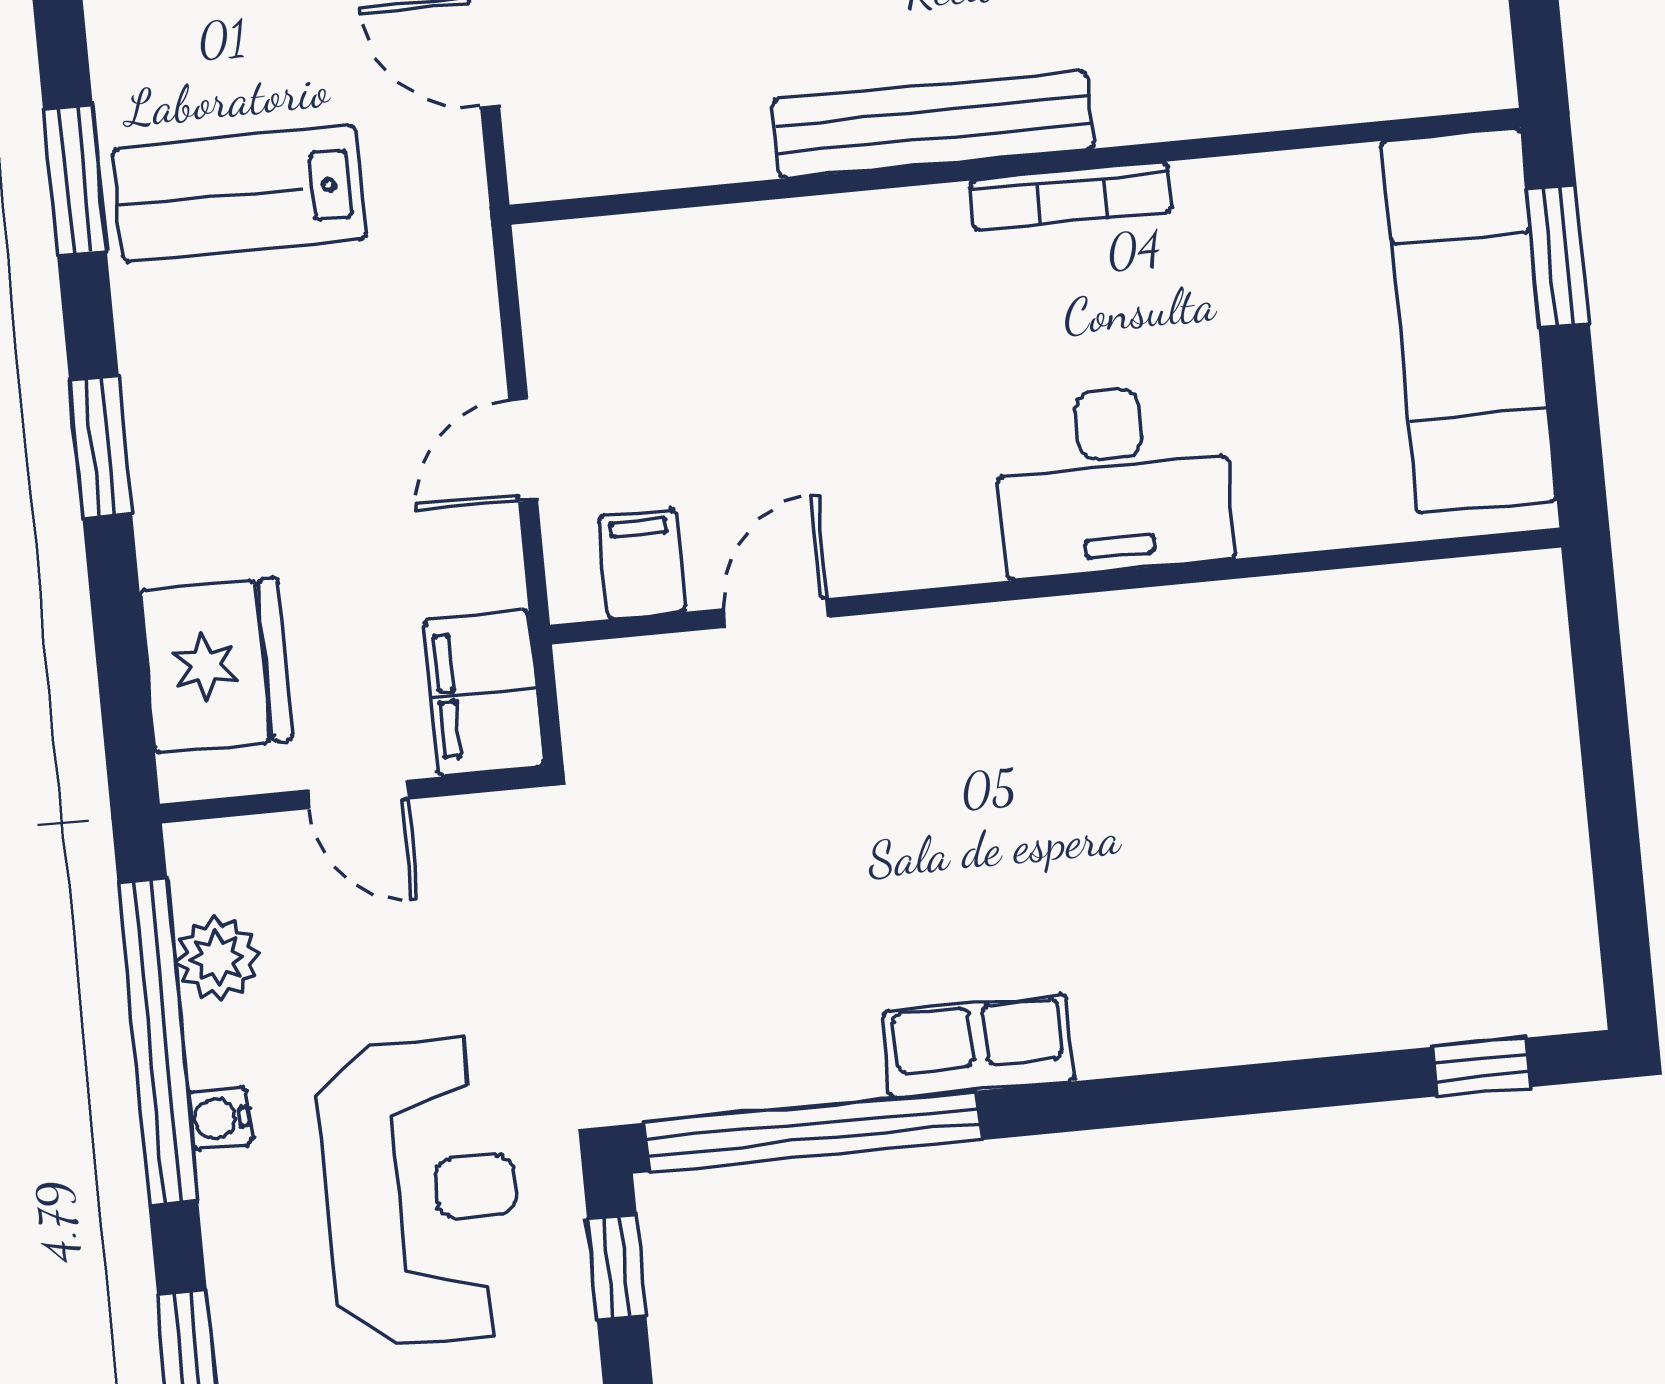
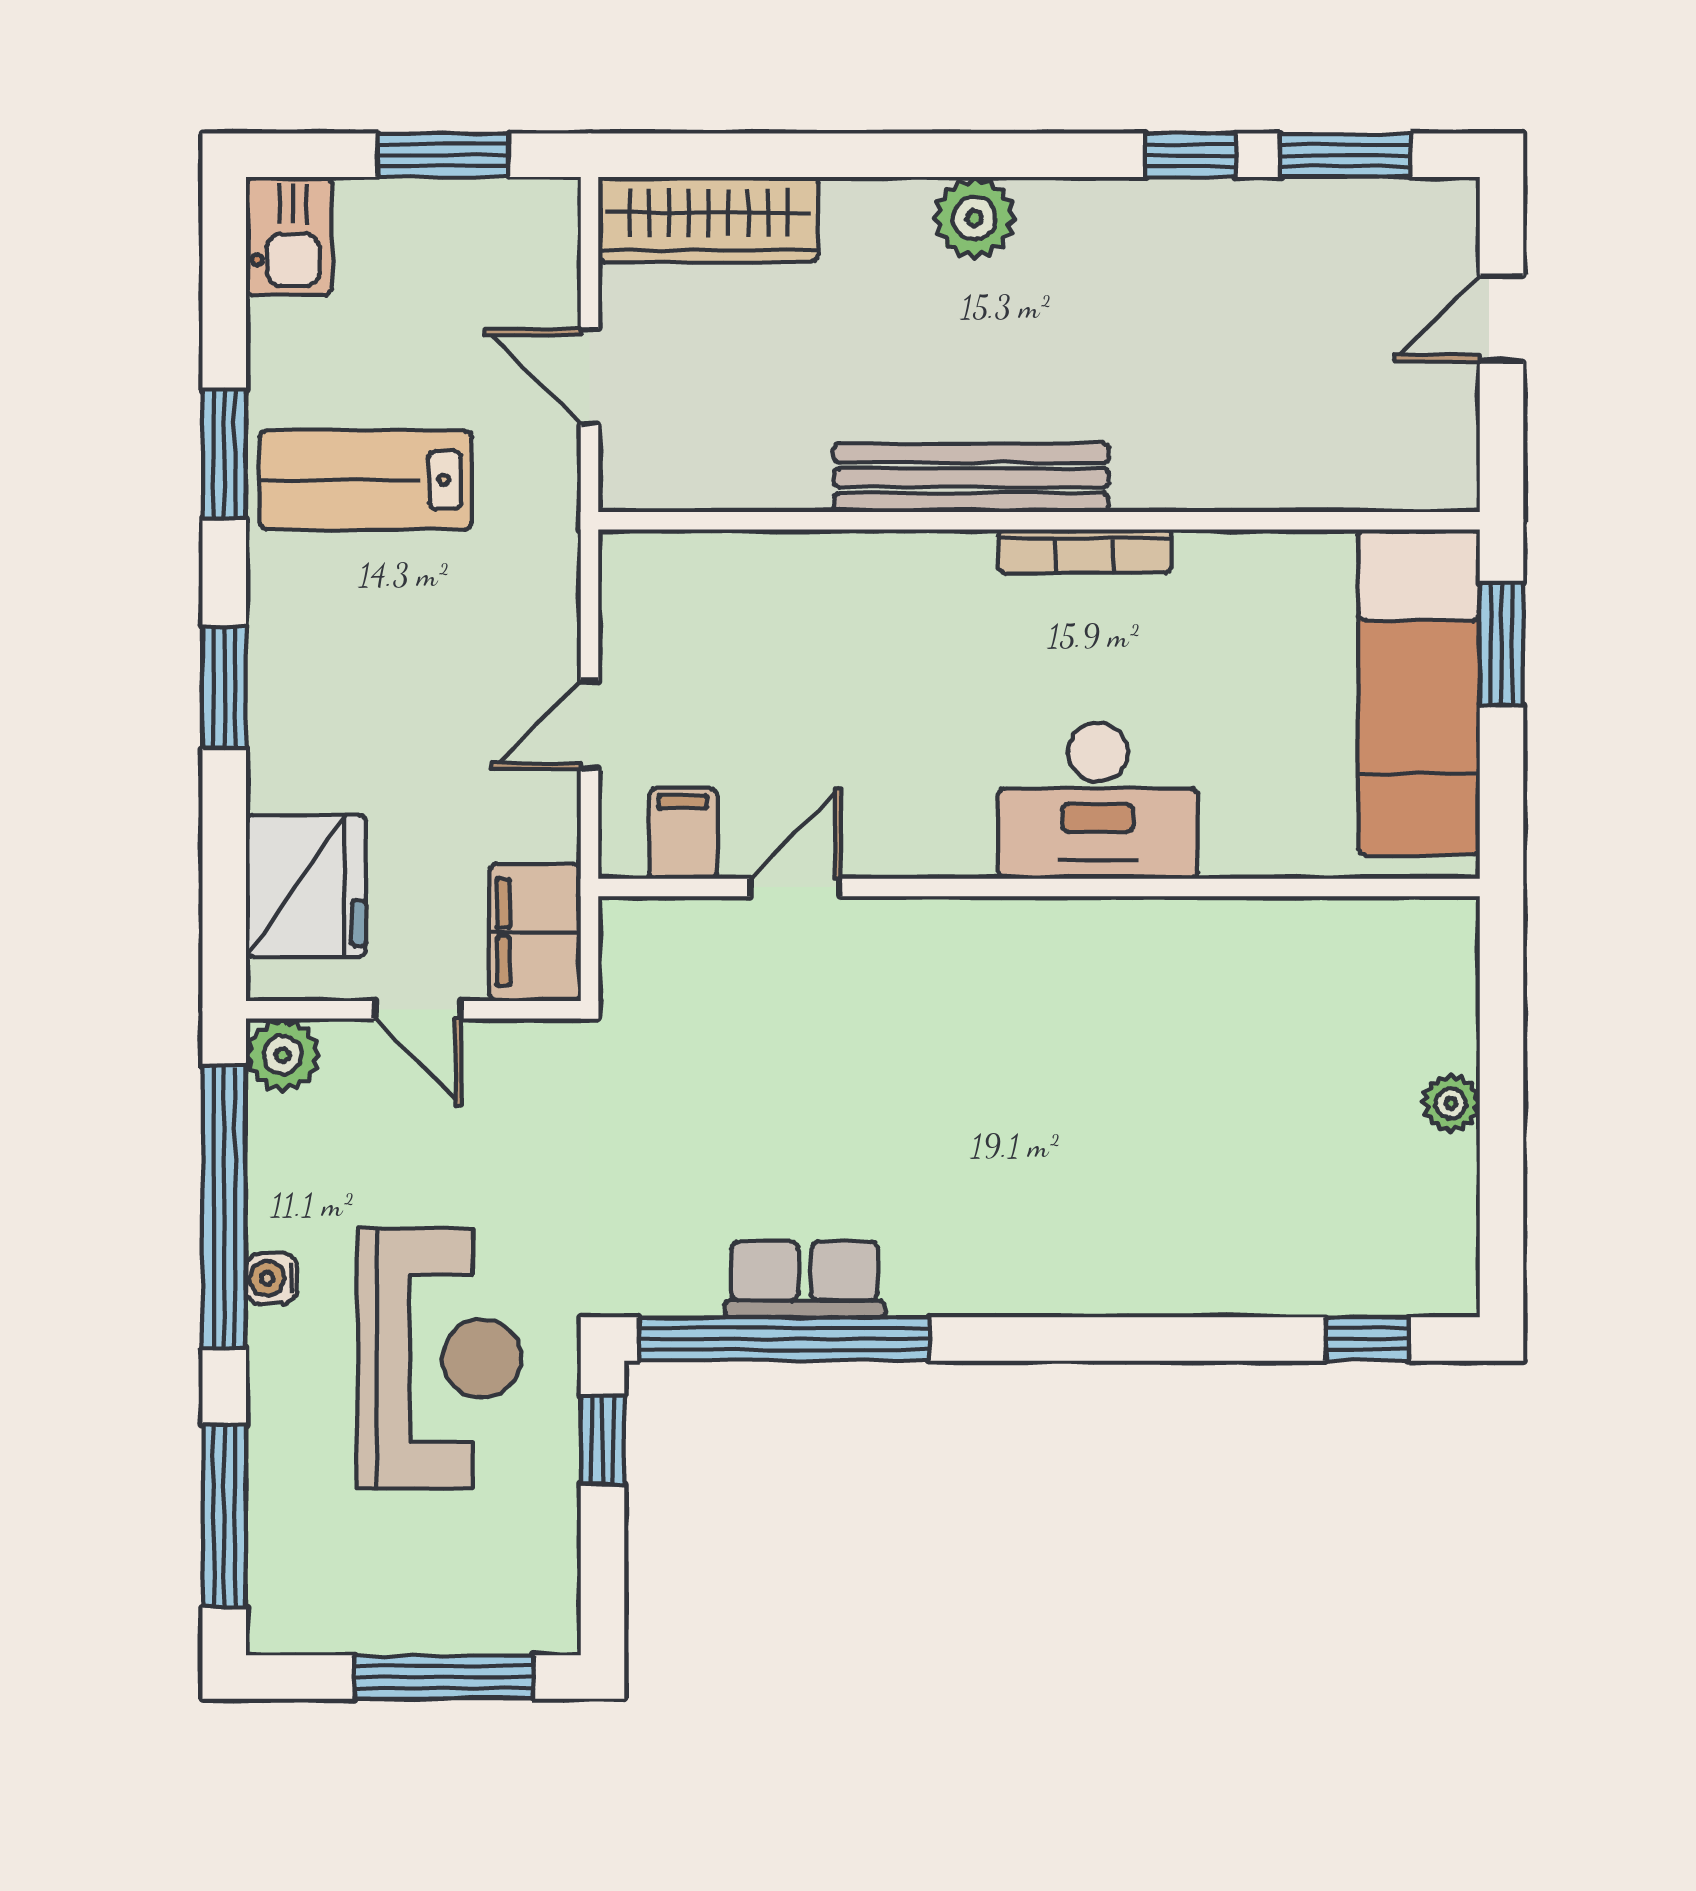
plant: (1551, 788) -> (1451, 1103), added
plant: (217, 958) -> (283, 1055), moved
row of seats: (978, 1046) -> (805, 1279), moved

